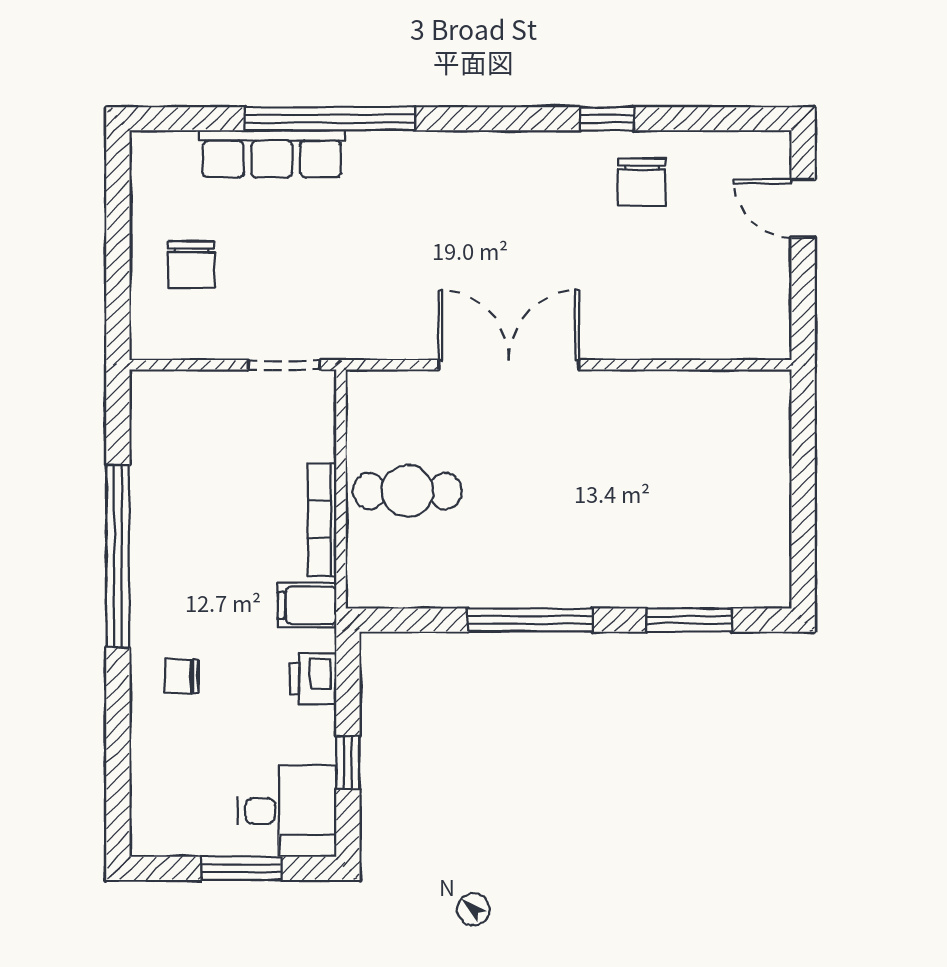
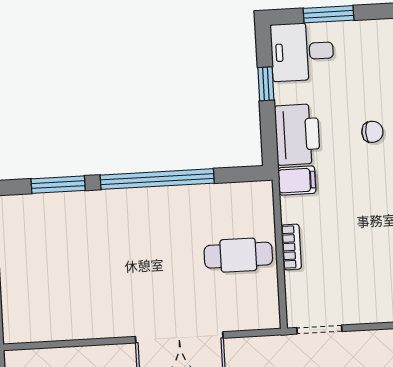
bookcase: (322, 520) -> (291, 247), width x0.64
window: (530, 620) -> (157, 179), width x1.46
printer: (313, 679) -> (297, 135), width x1.87, depth x1.48

